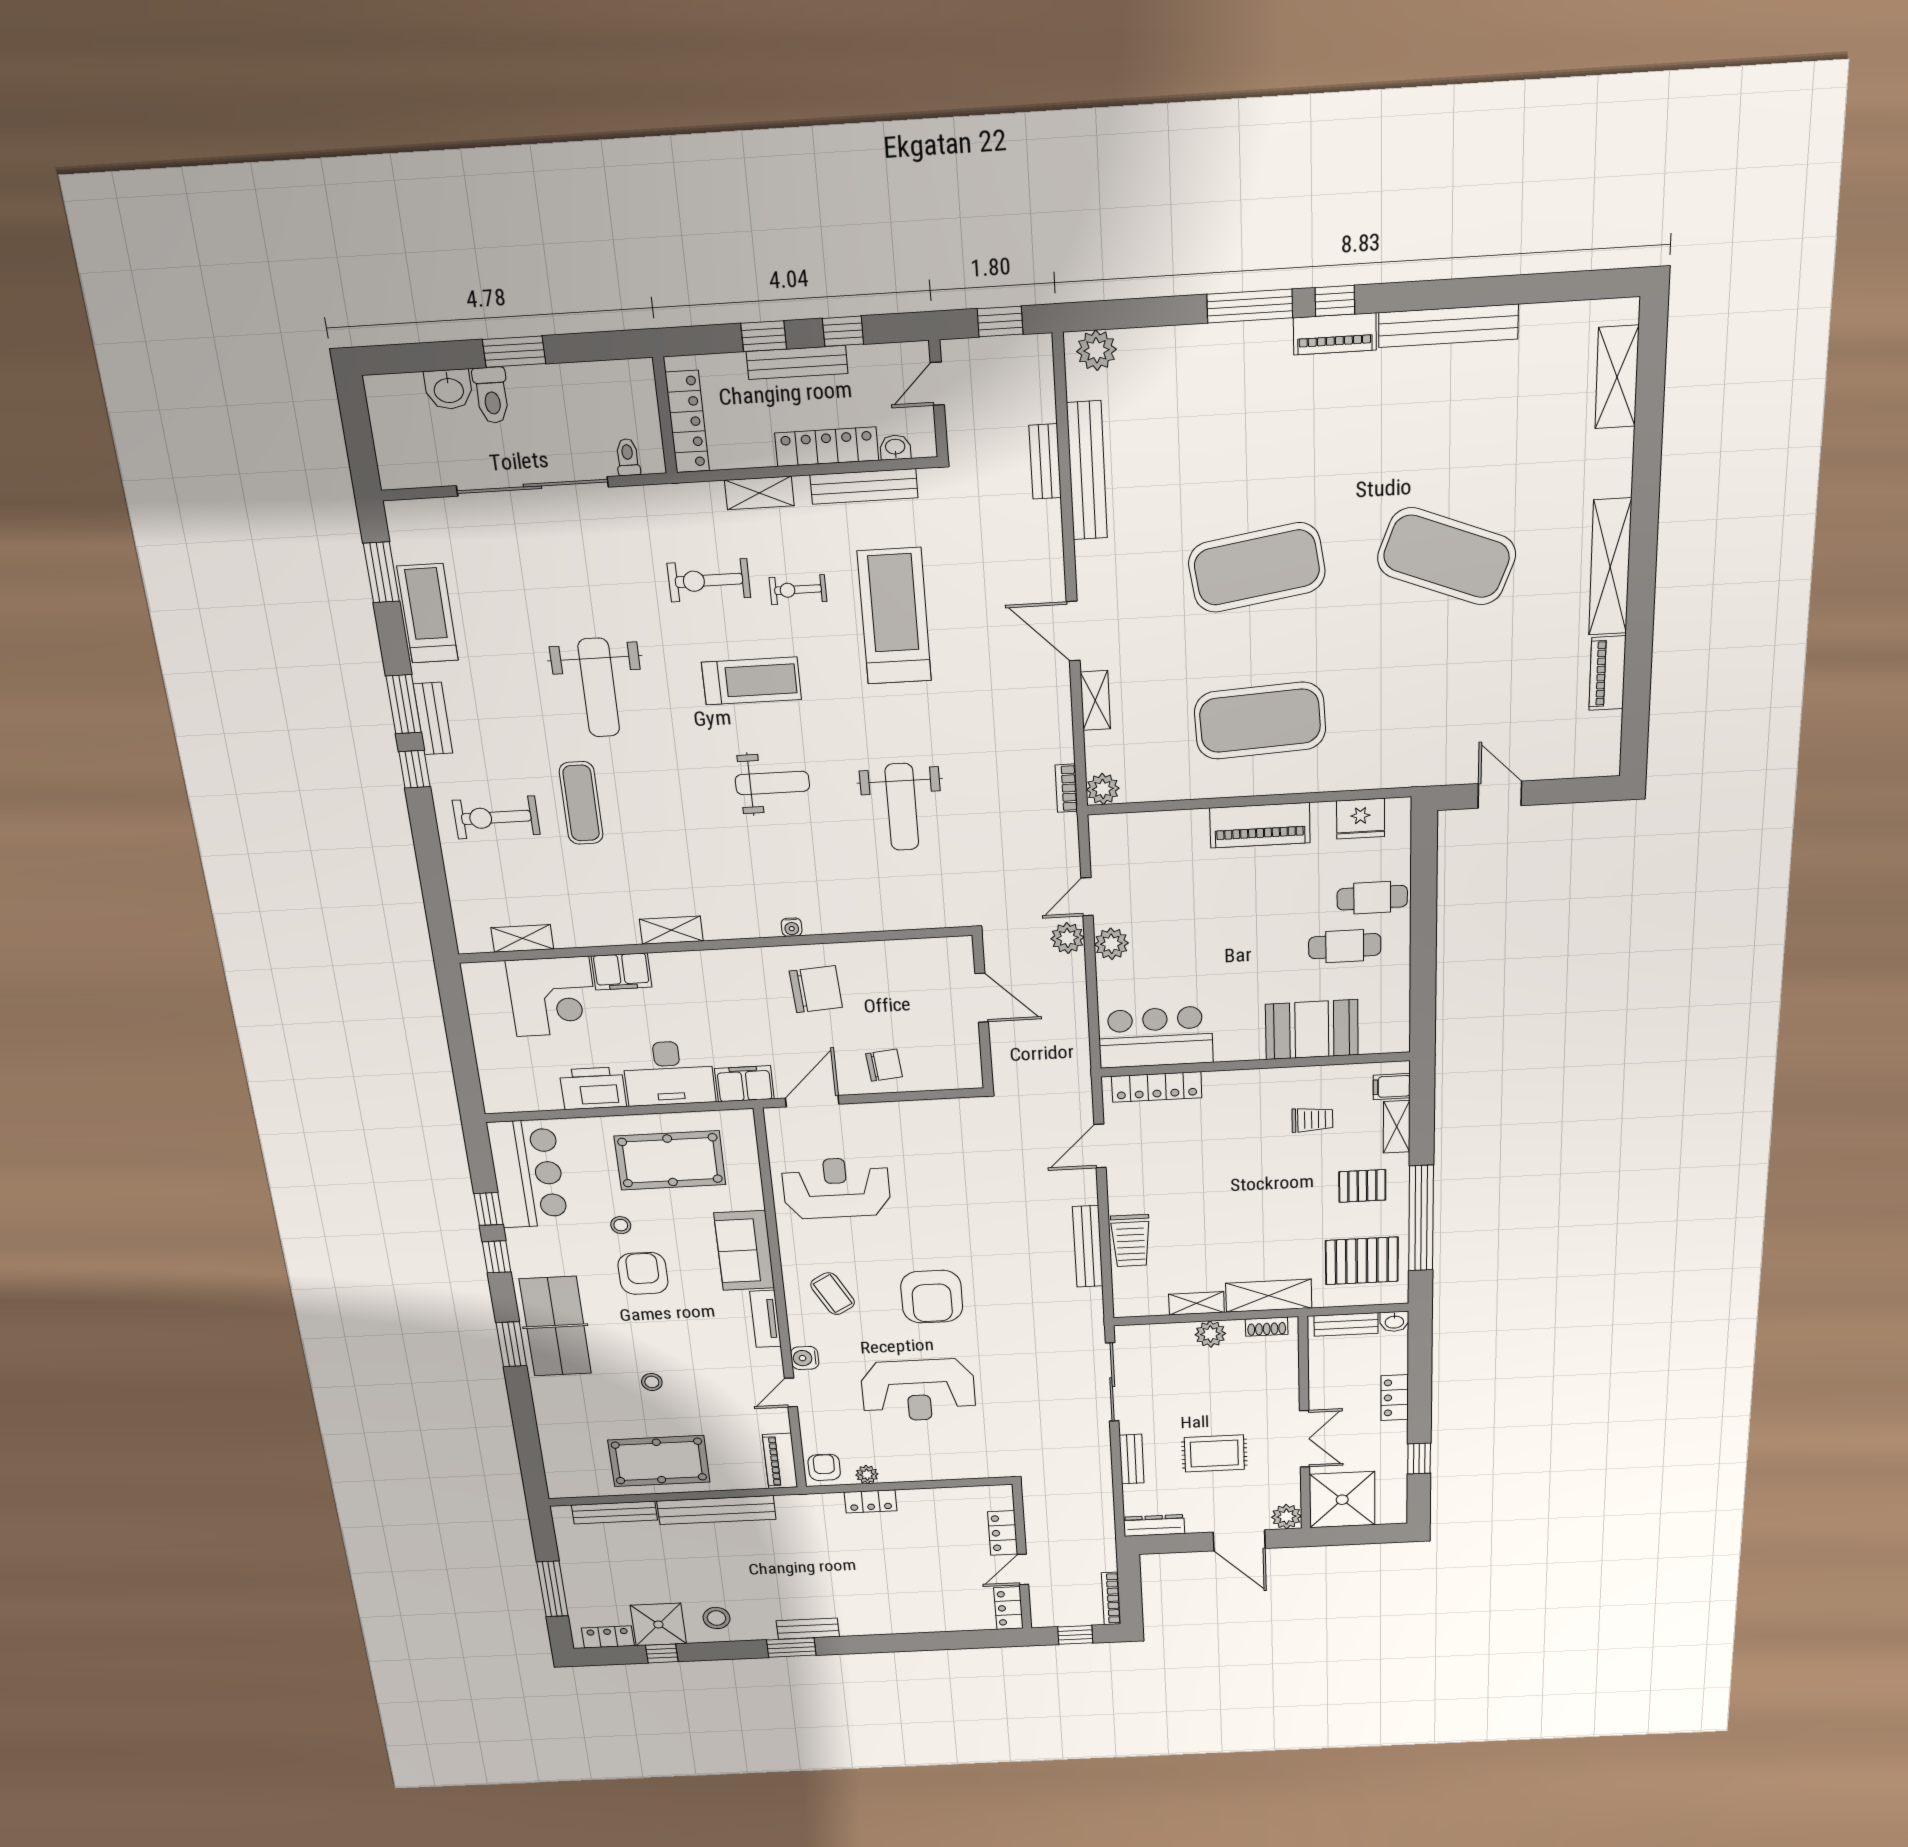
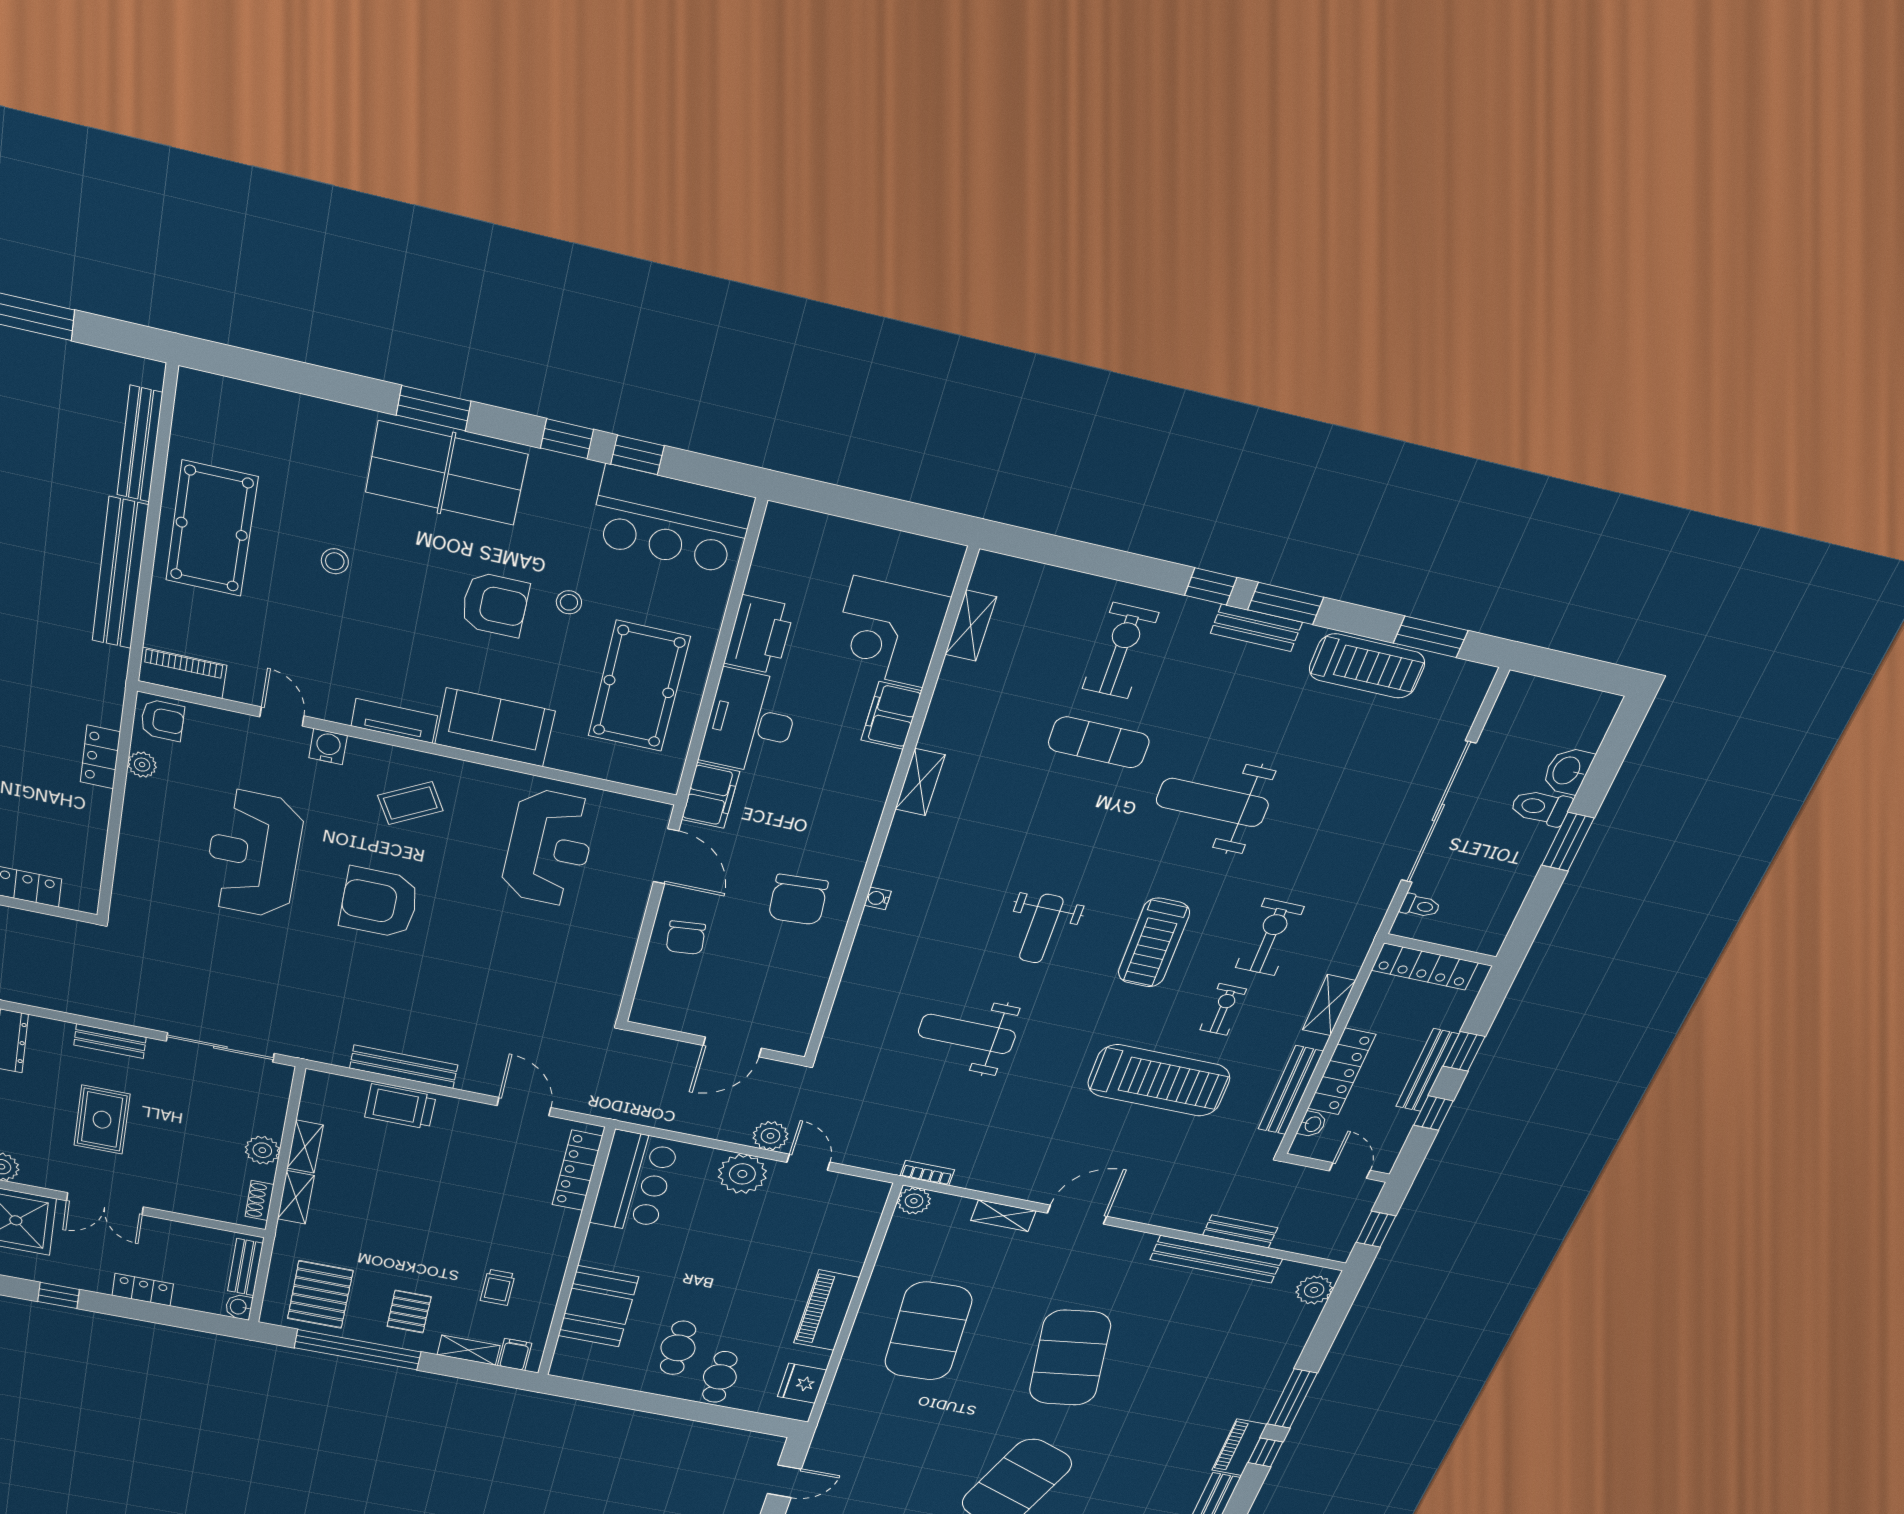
plant: (1111, 944) -> (742, 1174), width x1.36, depth x1.36
shelving: (1269, 1296) -> (296, 1197), width x0.67, depth x0.75

